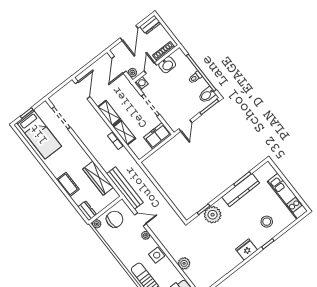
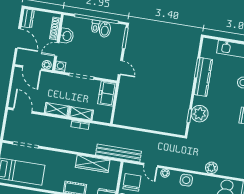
door: (150, 68) -> (57, 49), hinge flipped
bidet: (207, 95) -> (105, 29), moved
door: (140, 219) -> (151, 165), swing flipped

